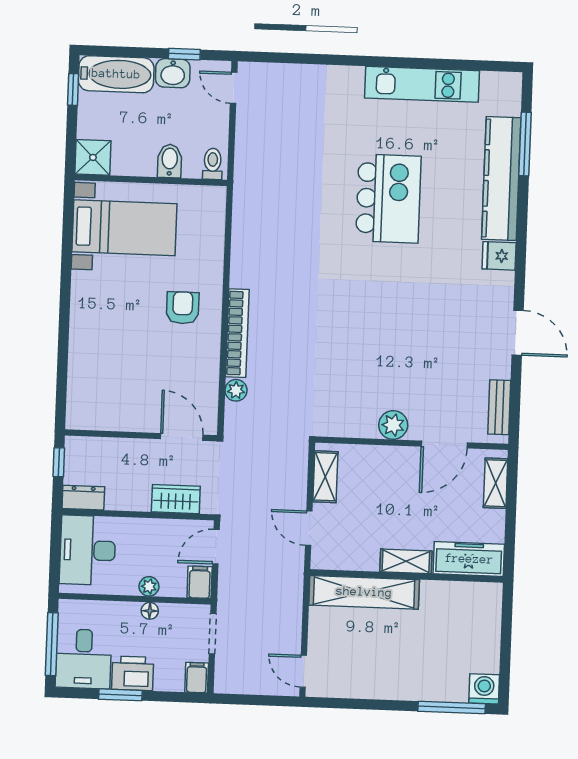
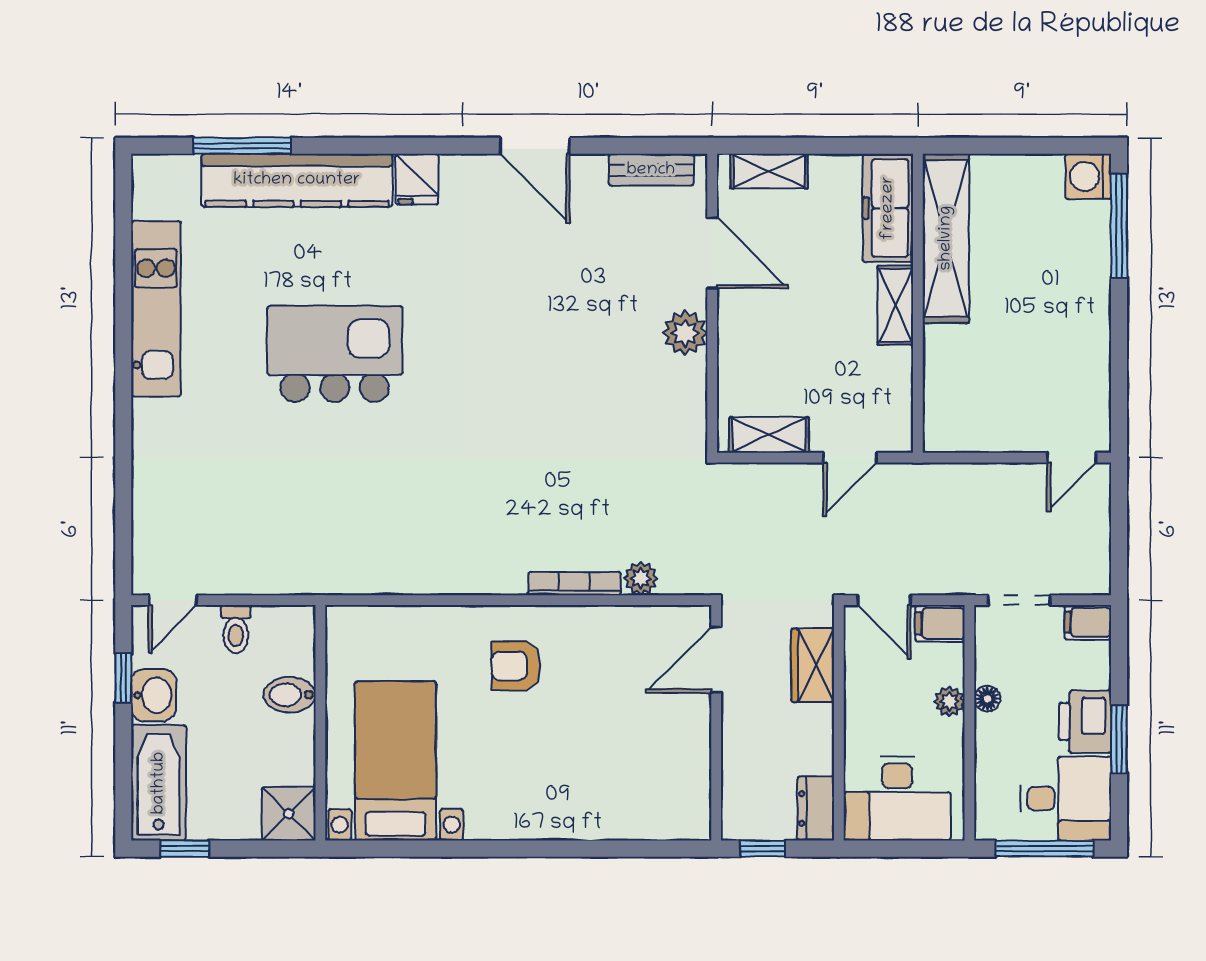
toilet: (213, 164) -> (236, 629), moved, turned -90
bookcase: (237, 333) -> (574, 583), width x0.68, depth x0.76
door: (518, 333) -> (535, 146), swing flipped
shelving: (364, 592) -> (946, 238), moved

